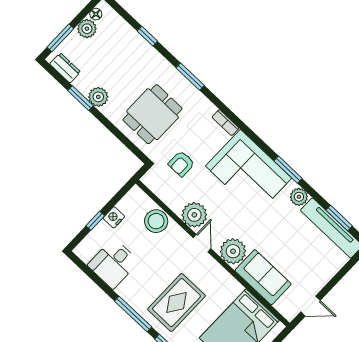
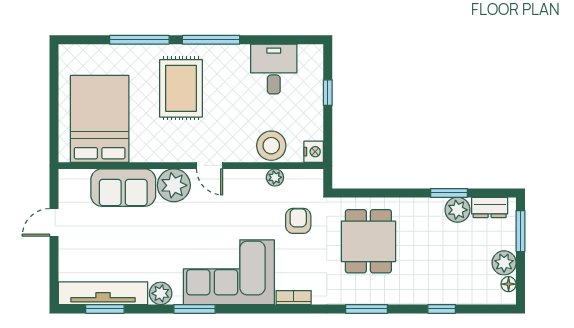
plant: (98, 97) -> (458, 210), moved
plant: (194, 215) -> (275, 177), moved, width x0.53, depth x0.53
nightstand: (114, 217) -> (314, 152), moved
door: (310, 306) -> (54, 222), moved

